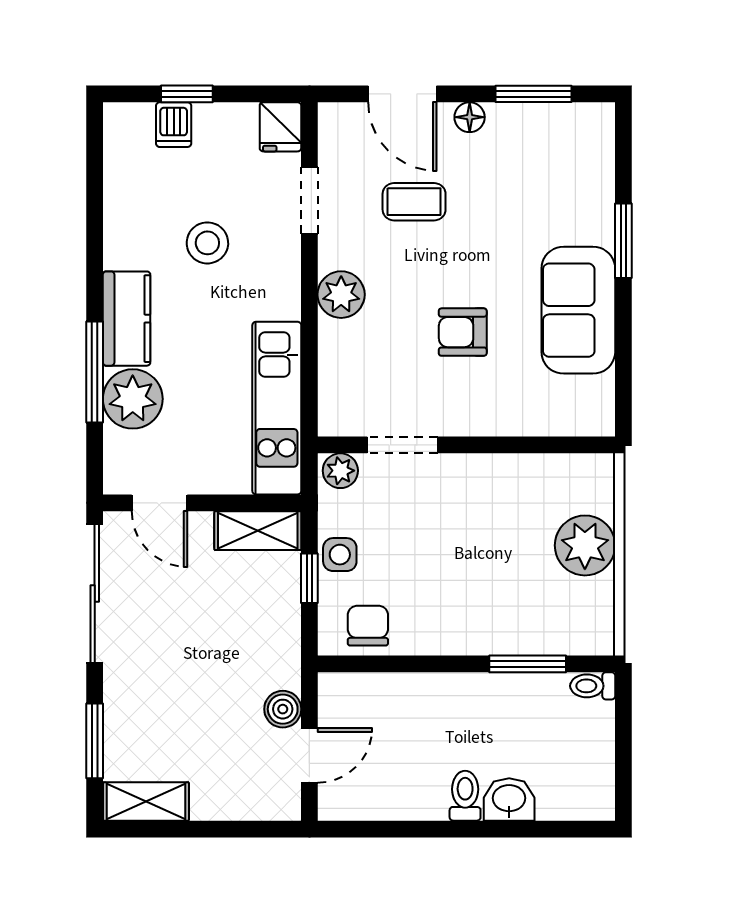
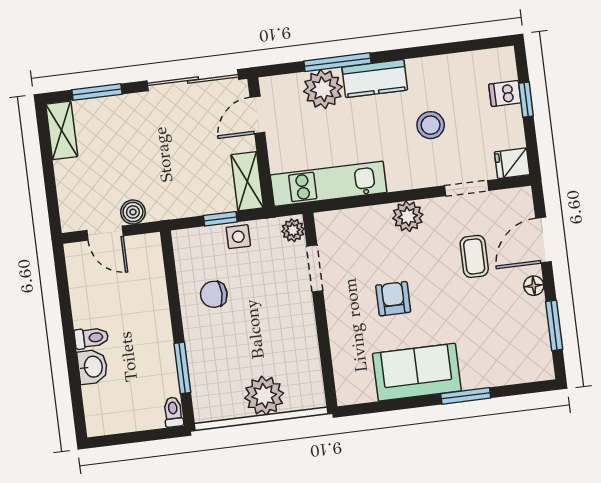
chair: (368, 626) -> (214, 294), moved, turned 180

